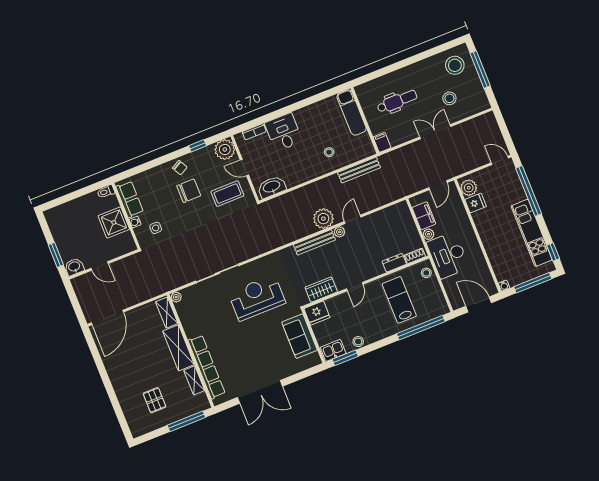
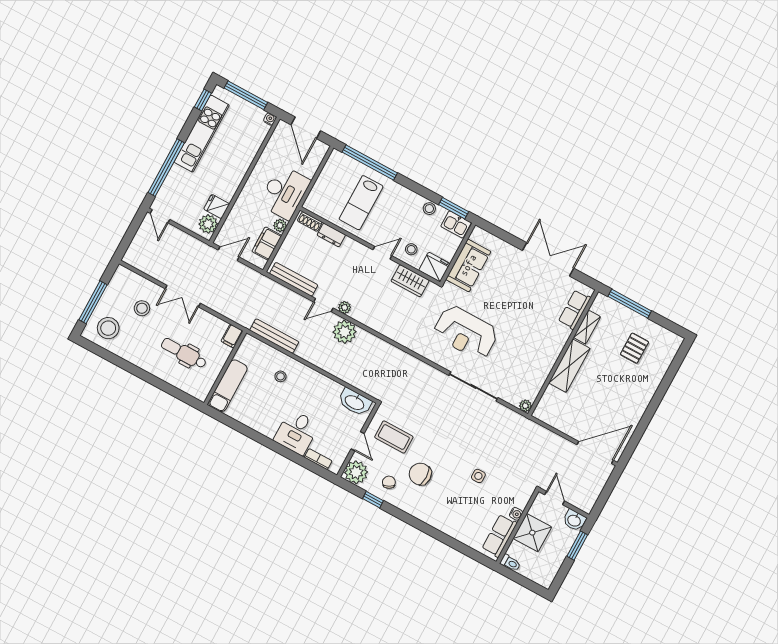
chair: (180, 168) -> (389, 482), moved
toilet: (106, 192) -> (510, 563), moved
row of seats: (130, 199) -> (500, 536), moved
wall: (126, 216) -> (517, 526), moved
shower: (114, 222) -> (532, 533), moved
water cooler: (135, 222) -> (516, 514), moved
bench: (314, 242) -> (294, 279), moved
stool: (426, 273) -> (411, 249), moved
shelving: (167, 313) -> (546, 403), removed
row of seats: (207, 367) -> (575, 310), width x0.50

